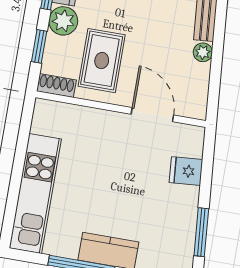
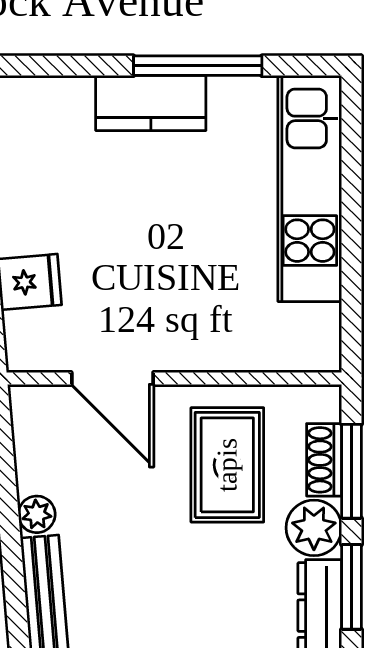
window: (39, 46) -> (352, 471), width x1.50
shoe rack: (56, 86) -> (324, 460), moved, turned 90

